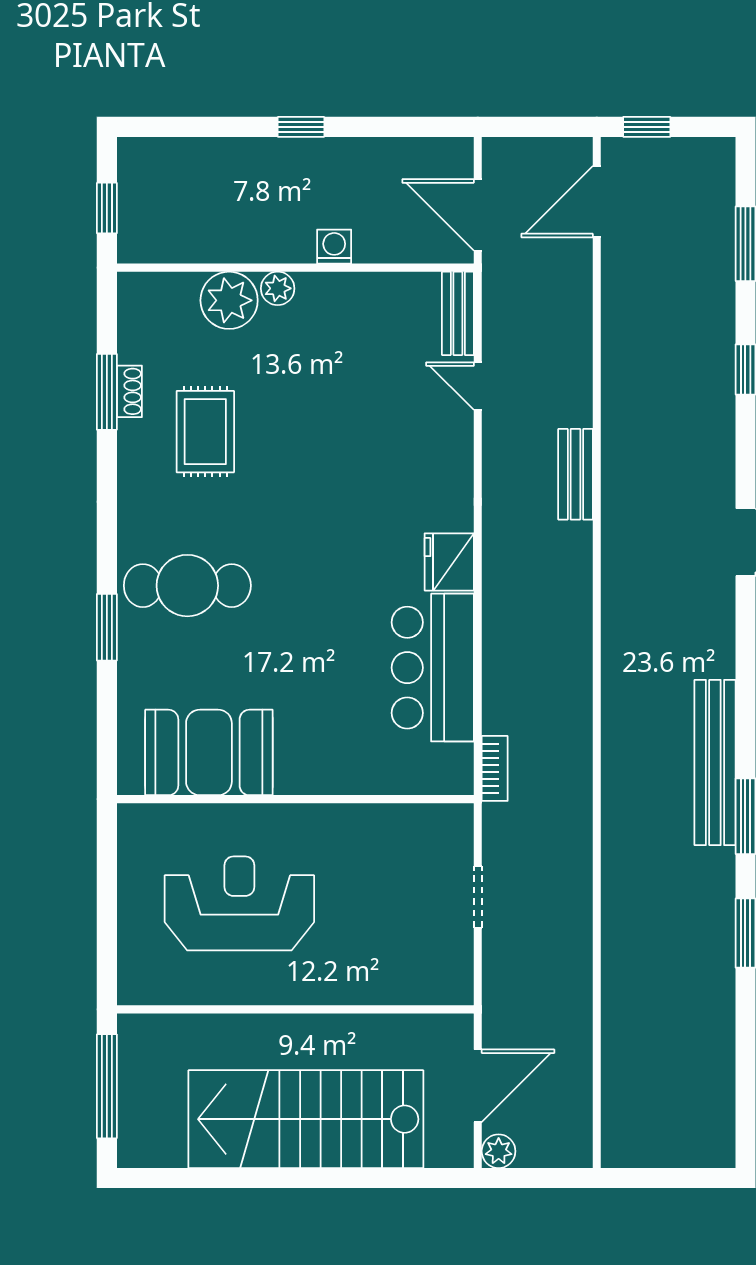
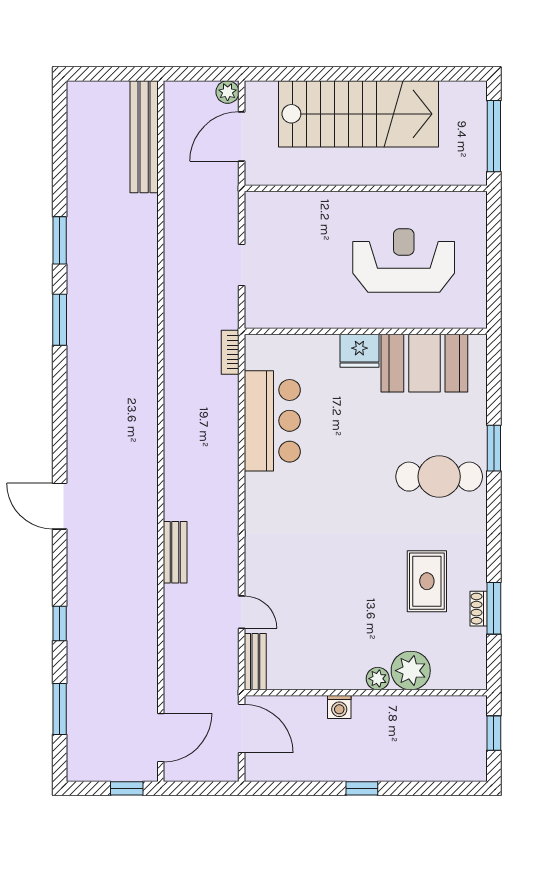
fridge: (449, 562) -> (359, 351), moved, turned 90
bench: (715, 762) -> (144, 137), moved
reception desk: (239, 903) -> (404, 260), turned 180

